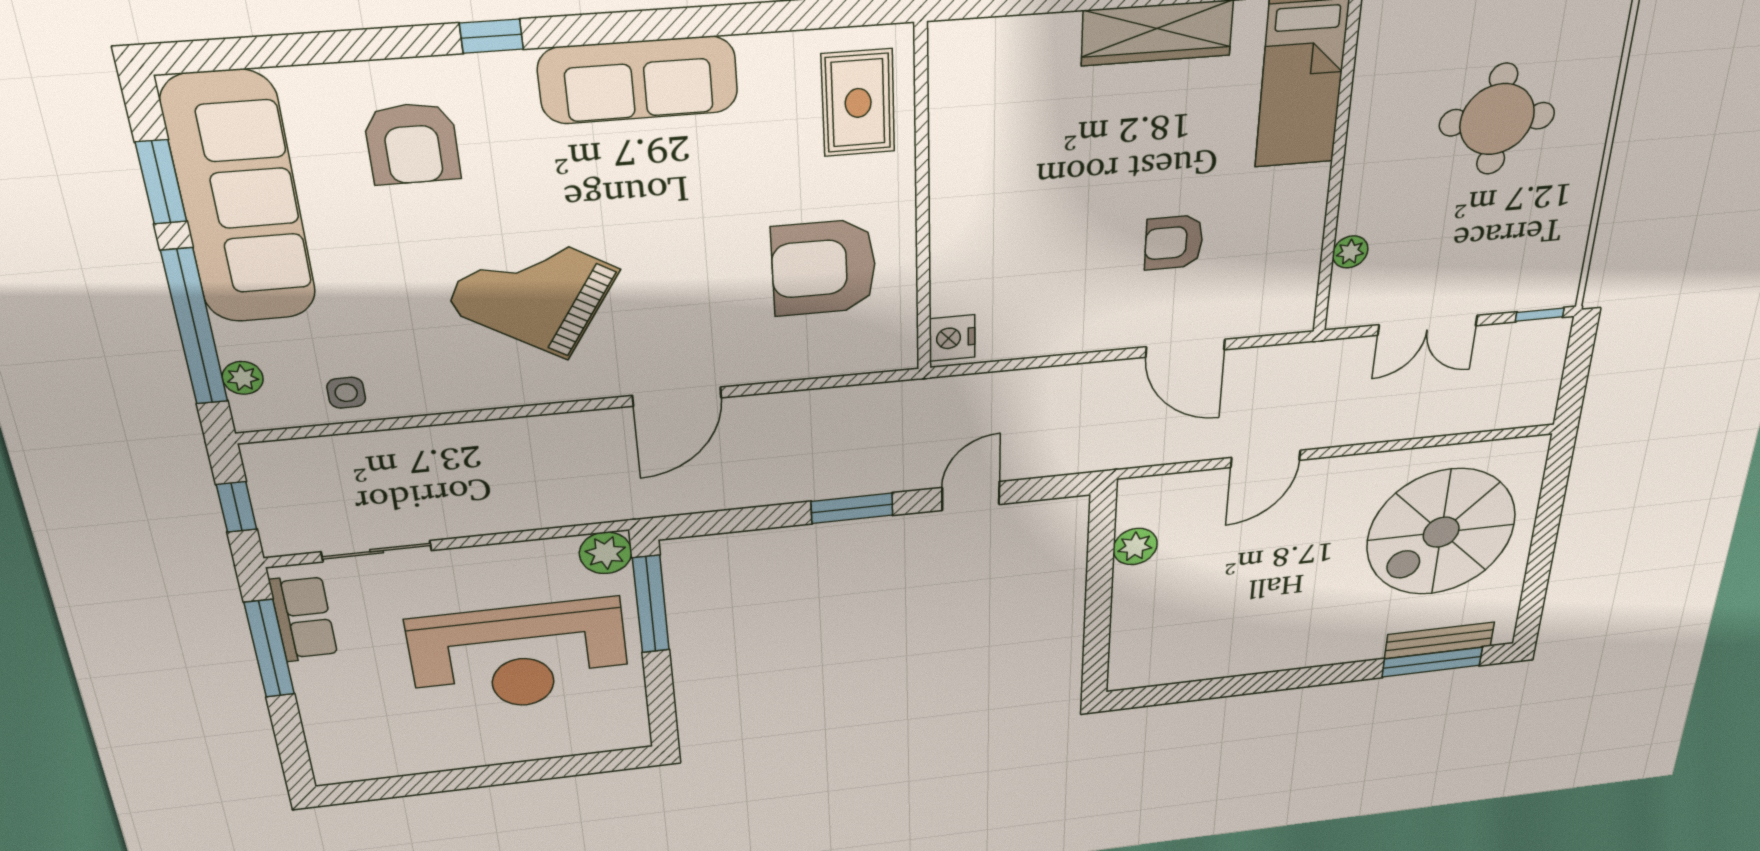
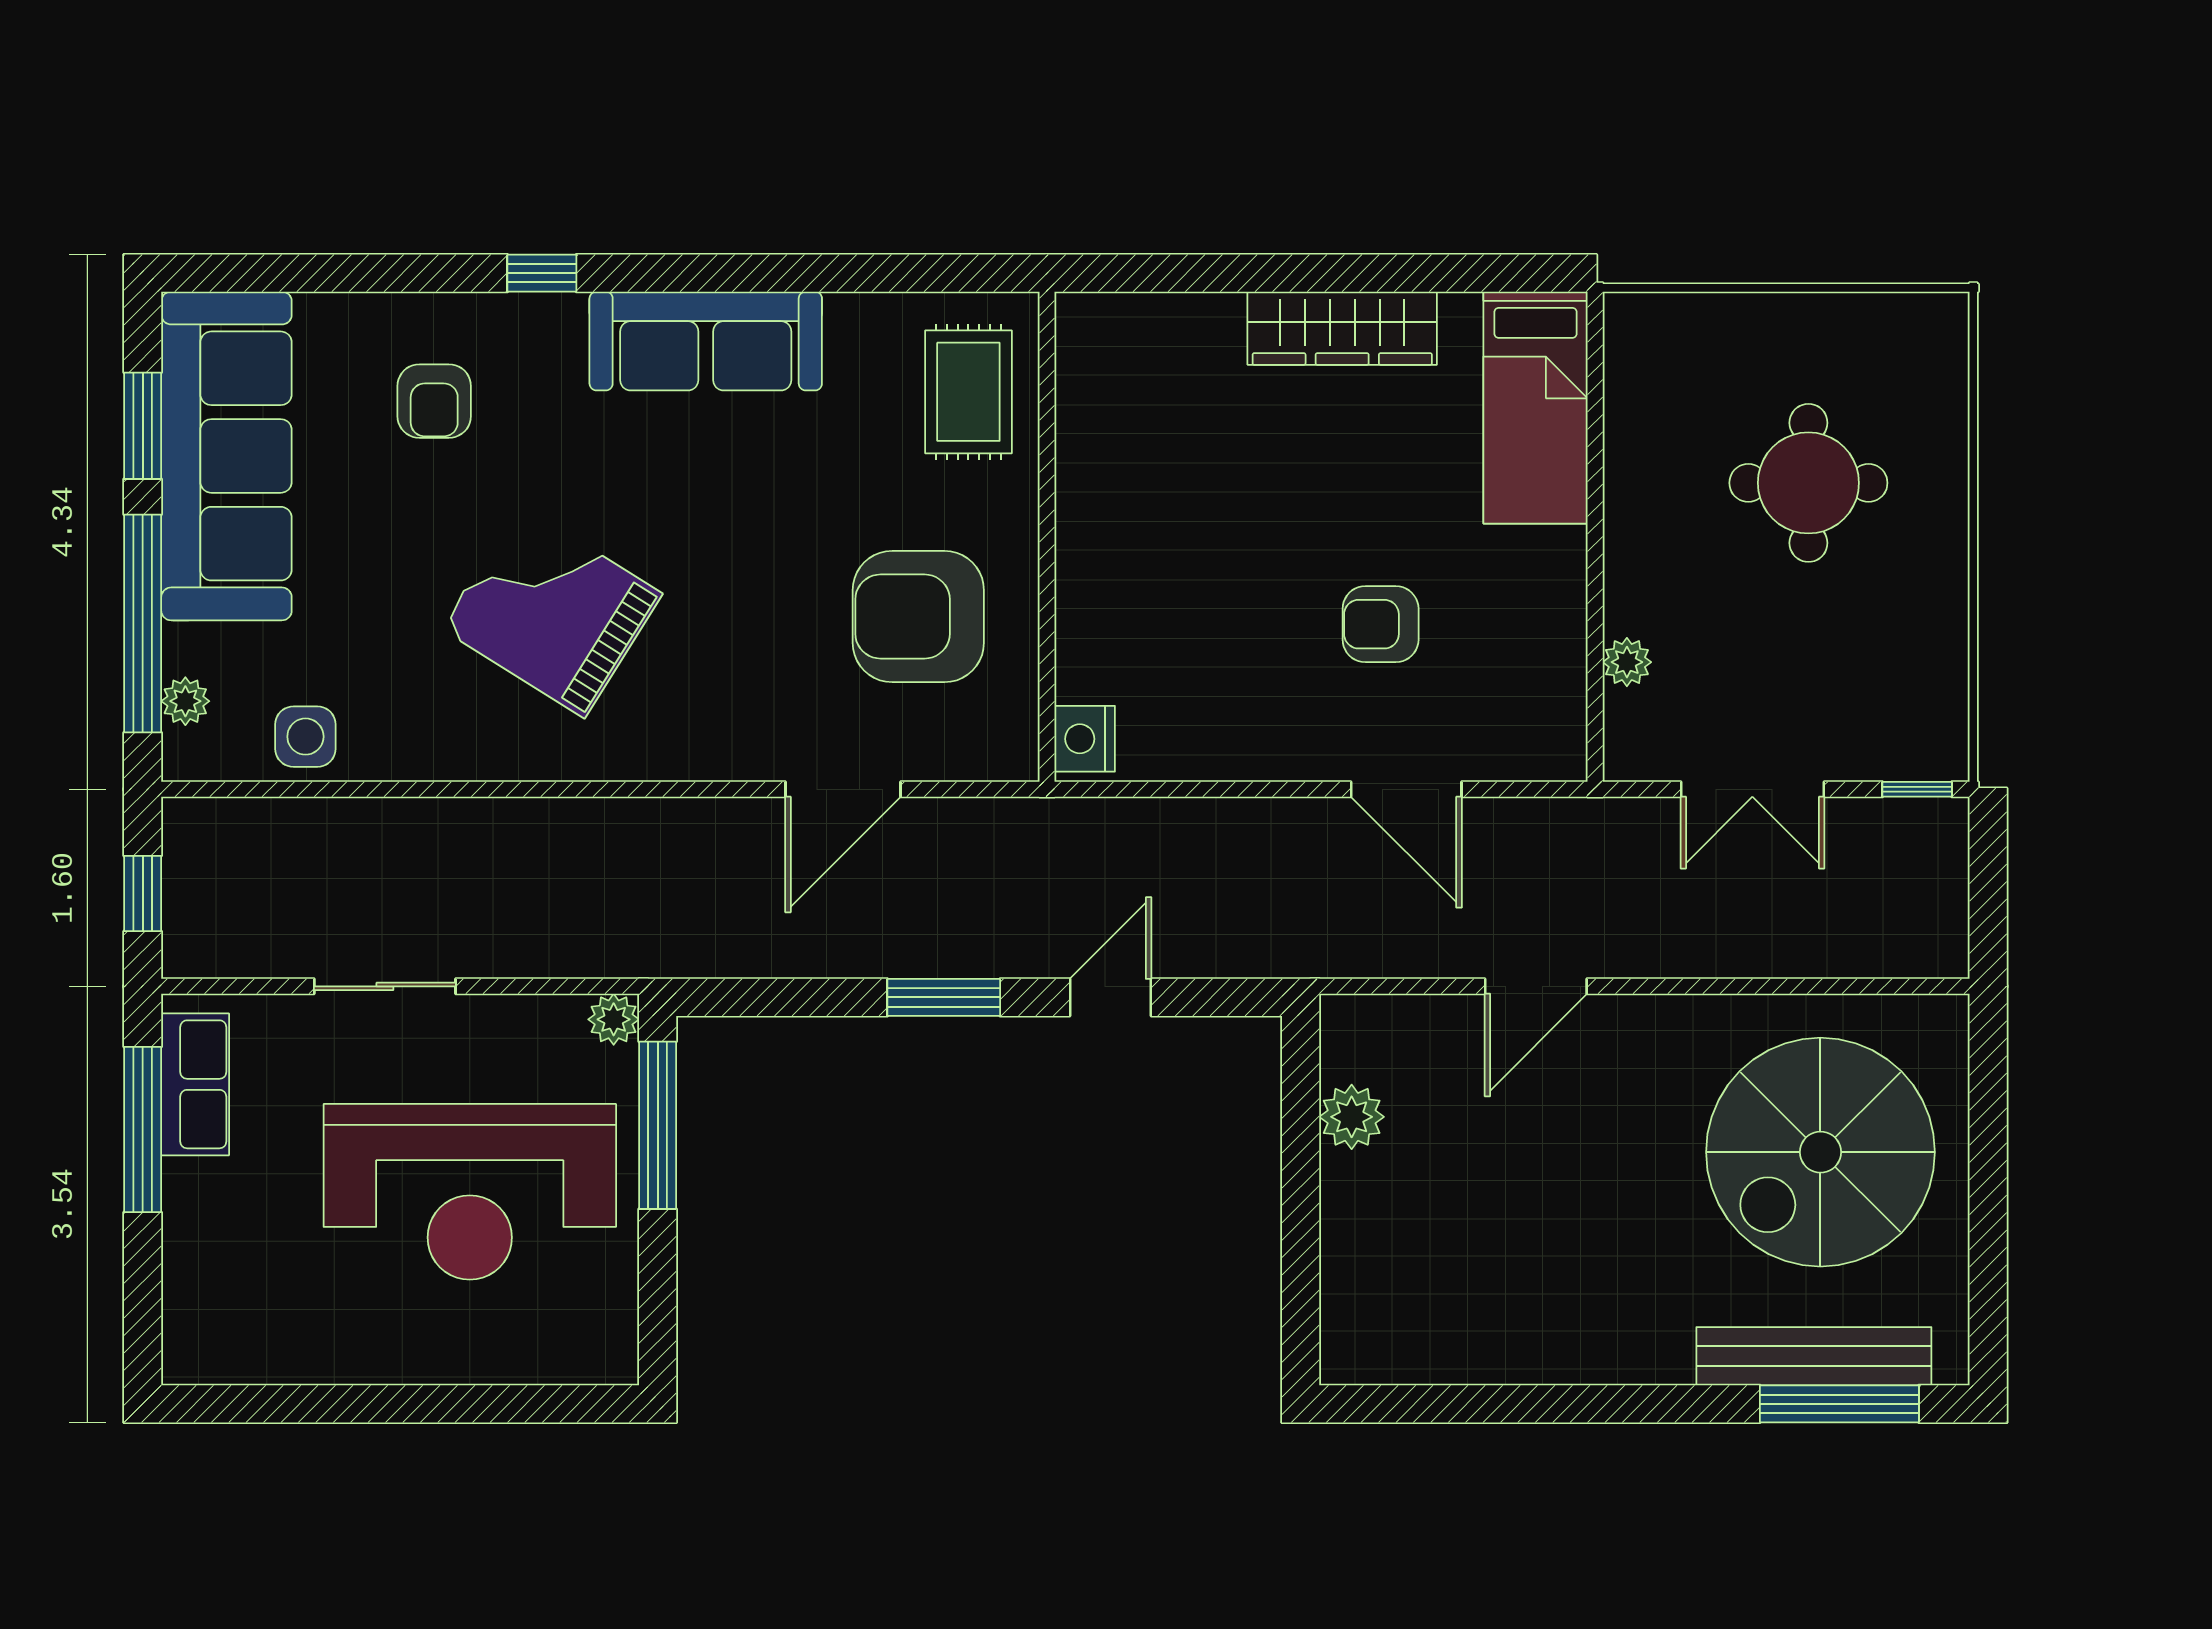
armchair: (412, 144) -> (434, 401), width x0.72, depth x0.72
side table: (346, 393) -> (305, 737), width x1.37, depth x1.37
door: (677, 397) -> (843, 789), moved
sliding door: (377, 551) -> (385, 986), moved
plant: (606, 553) -> (614, 1019), width x0.73, depth x0.73
bench: (1439, 640) -> (1814, 1356), width x1.37, depth x1.21

